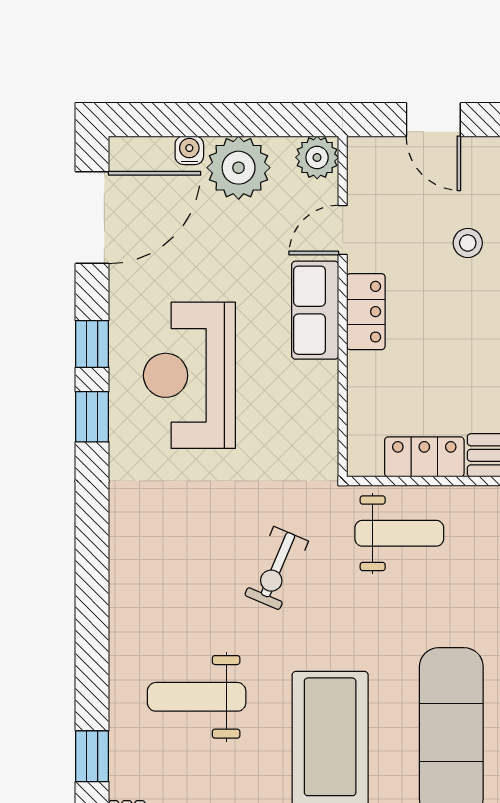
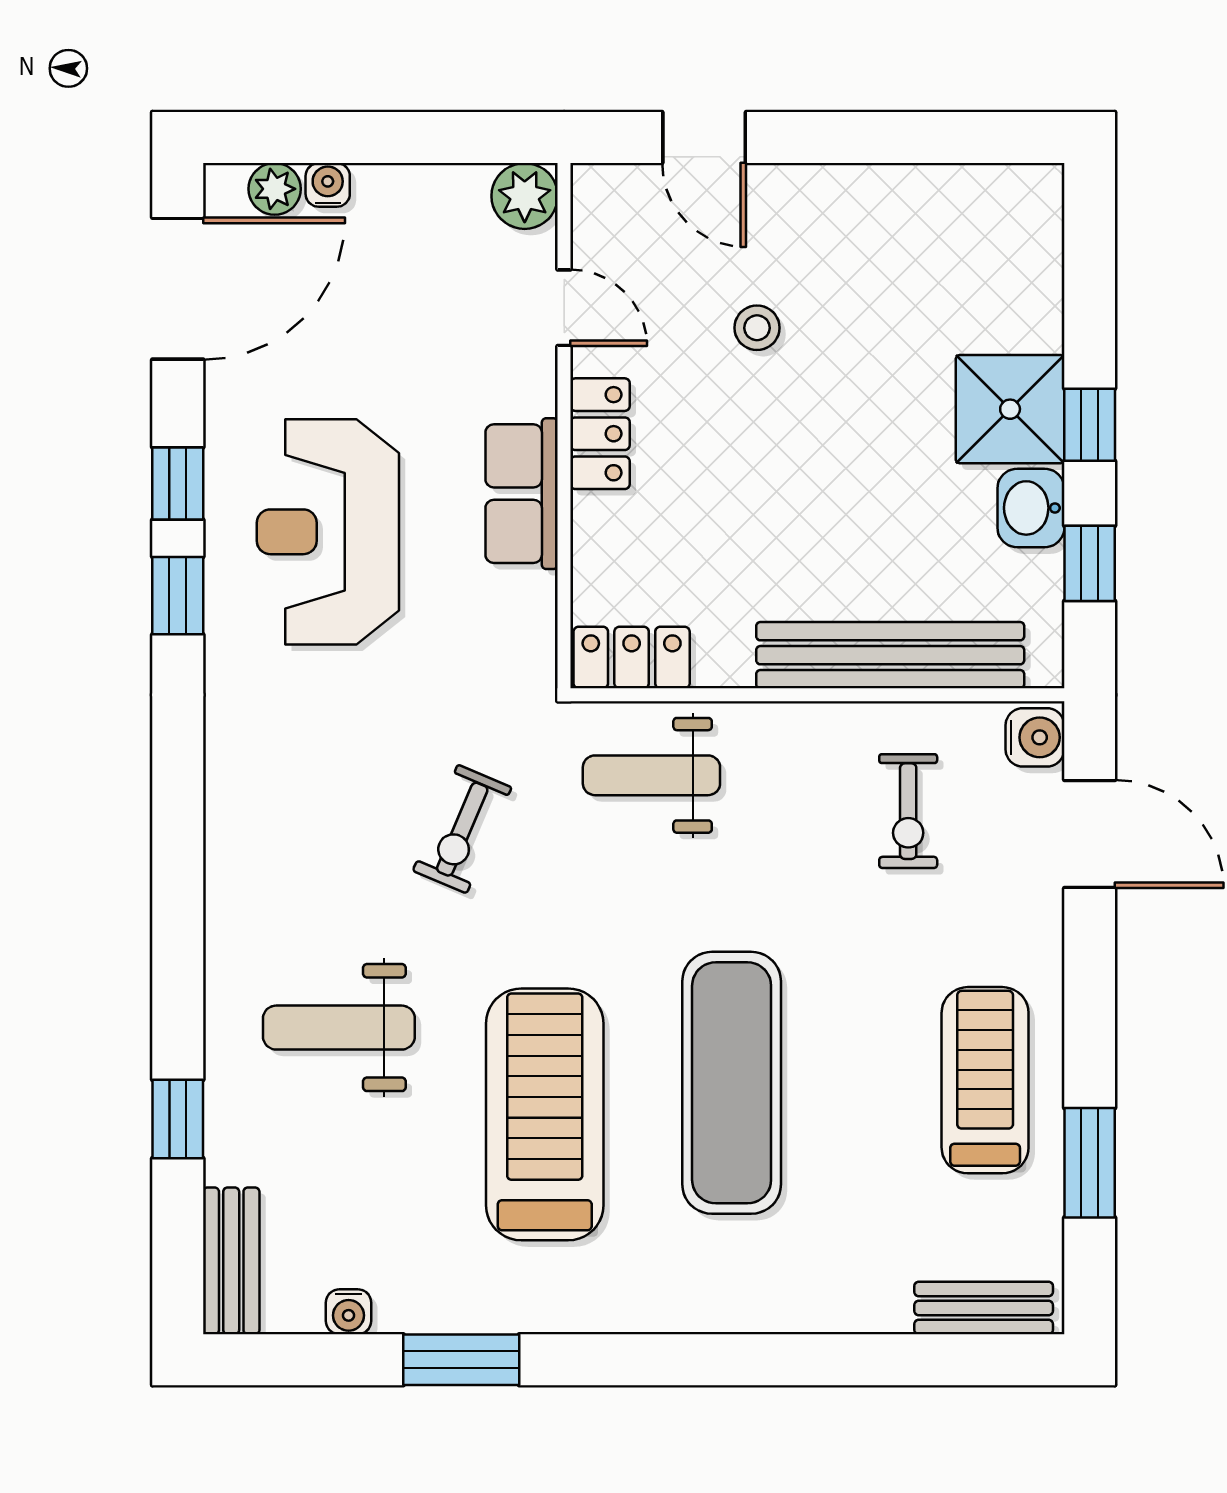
plant: (239, 168) -> (275, 189), moved, width x0.53, depth x0.53
door: (343, 230) -> (564, 308), swing flipped
row of seats: (315, 310) -> (522, 494), moved
locker: (424, 457) -> (632, 658), moved
weight bench: (399, 533) -> (651, 775), turned 180

